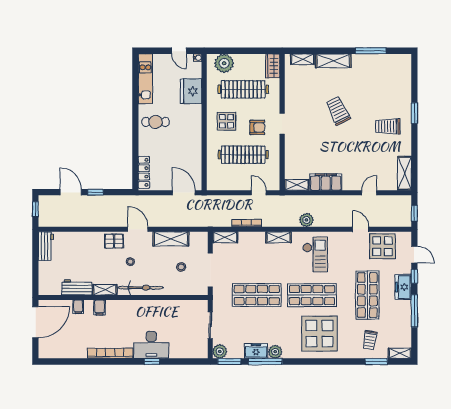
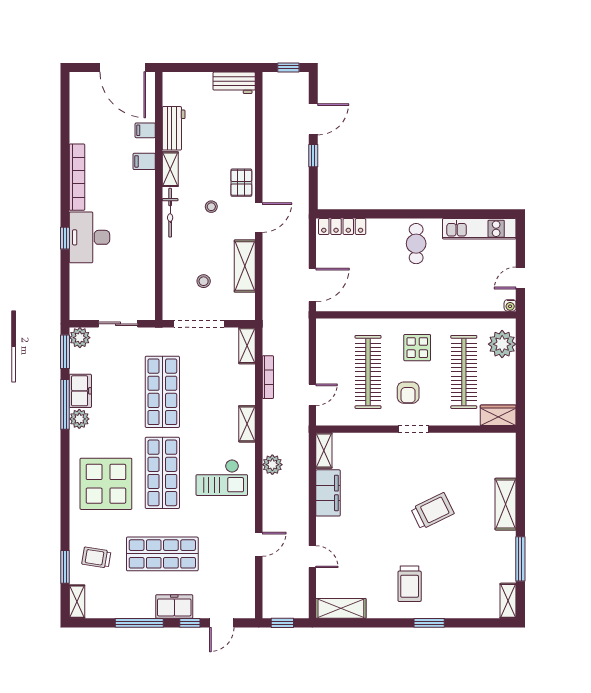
shelving: (303, 59) -> (508, 601), moved
fridge: (191, 91) -> (461, 296), removed
trolley: (388, 126) -> (410, 584), turned 180
display table: (382, 246) -> (234, 576), removed
bicycle: (141, 288) -> (170, 213), width x0.73, depth x0.71

